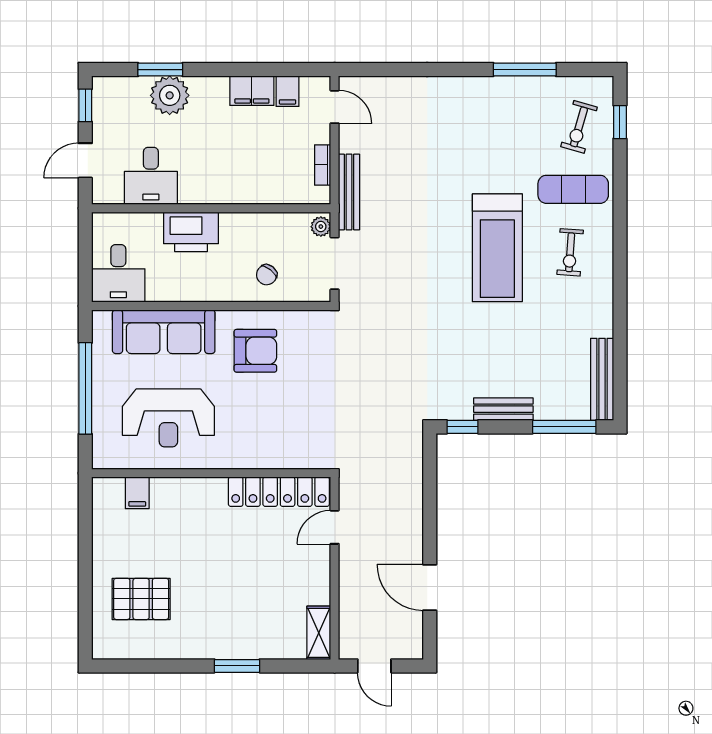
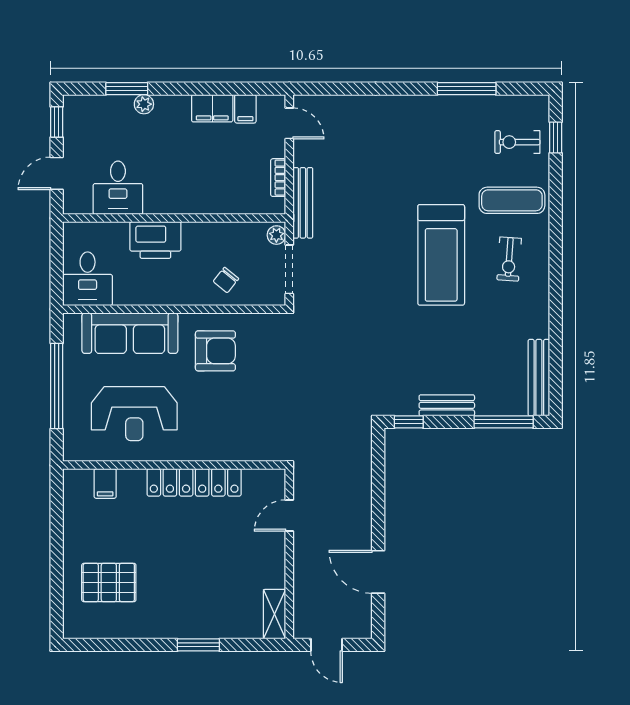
plant: (170, 95) -> (144, 104), width x0.53, depth x0.53
exercise bike: (579, 127) -> (517, 142), turned 74
locker: (279, 492) -> (194, 482), moved

